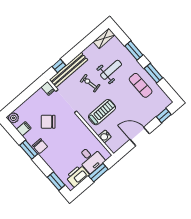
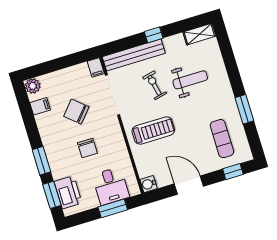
window: (134, 50) -> (232, 68), removed
window: (59, 66) -> (154, 35), moved
exercise mat: (141, 85) -> (222, 139), moved
water cooler: (105, 136) -> (149, 184), moved
chair: (40, 146) -> (87, 148), moved
window: (29, 150) -> (41, 161), moved
printer: (77, 176) -> (68, 192), moved, turned 90

